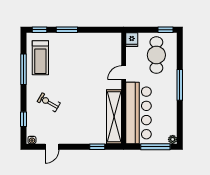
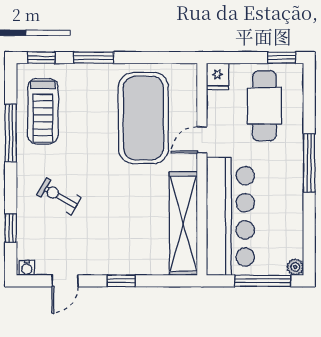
exercise mat: (93, 61) -> (143, 118), added
window: (97, 147) -> (121, 281), moved

